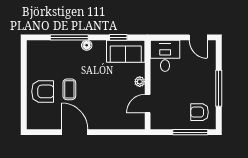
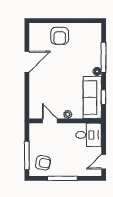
sofa: (126, 51) -> (92, 98), width x1.36
coffee table: (69, 89) -> (61, 57), removed
armchair: (200, 112) -> (43, 163), turned 100

